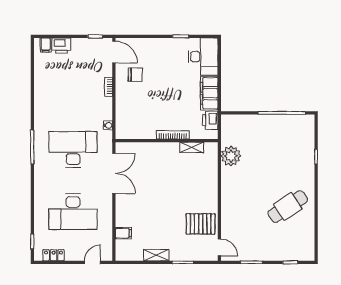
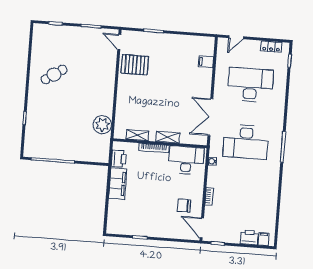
desk: (203, 57) -> (186, 160), moved, turned 90
cafe table: (288, 207) -> (54, 75), width x0.73, depth x0.74
shelving: (156, 255) -> (168, 137), moved

